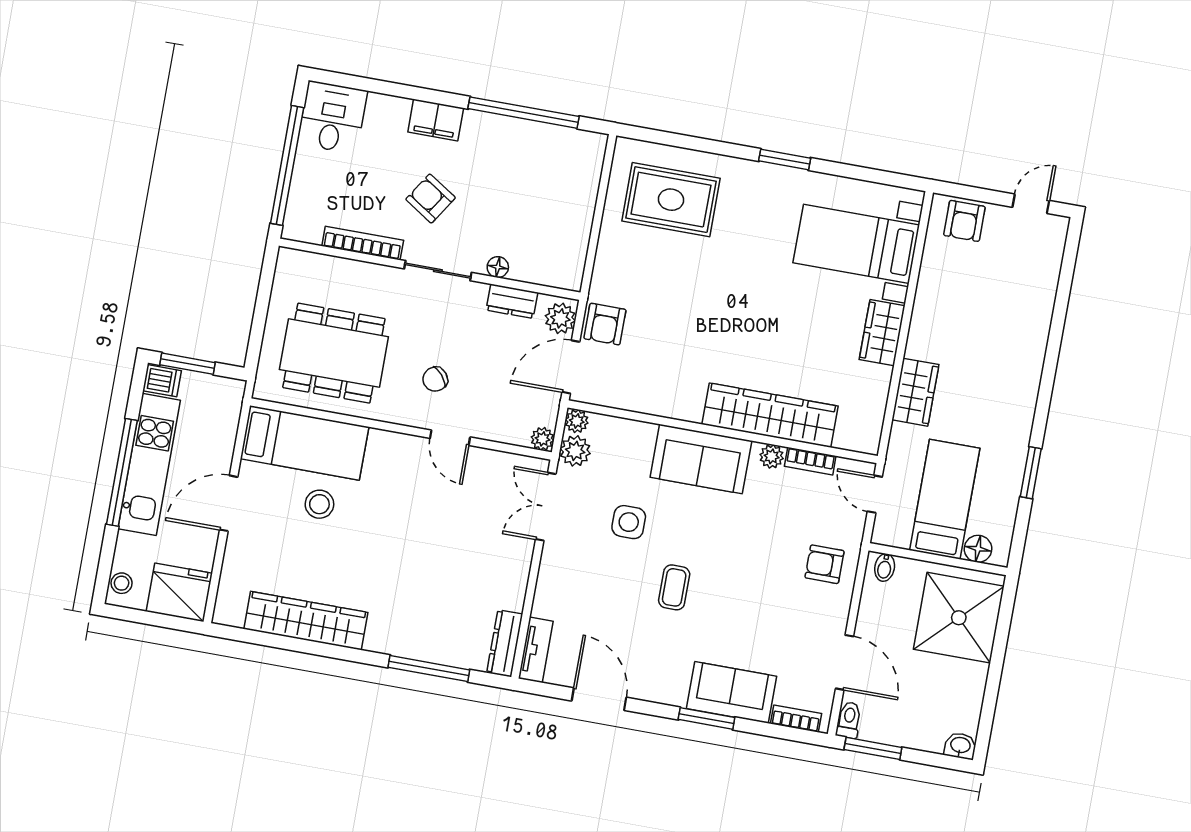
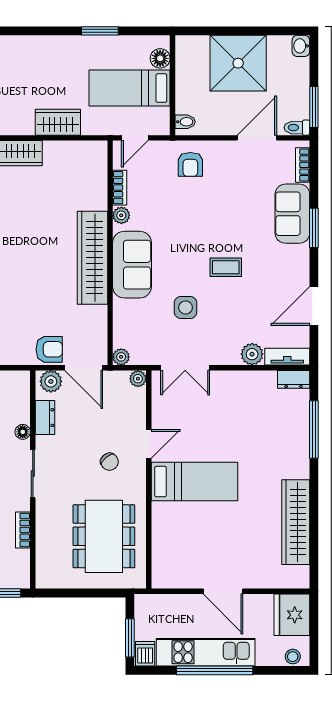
bookcase: (363, 243) -> (23, 530), width x0.64
wardrobe: (770, 415) -> (92, 258), moved
bed: (305, 443) -> (195, 482), moved, turned 90
plant: (575, 451) -> (252, 354), moved
stool: (319, 504) -> (212, 527), removed
shower: (959, 618) -> (238, 63), moved
dresser: (505, 643) -> (294, 379), width x0.70

